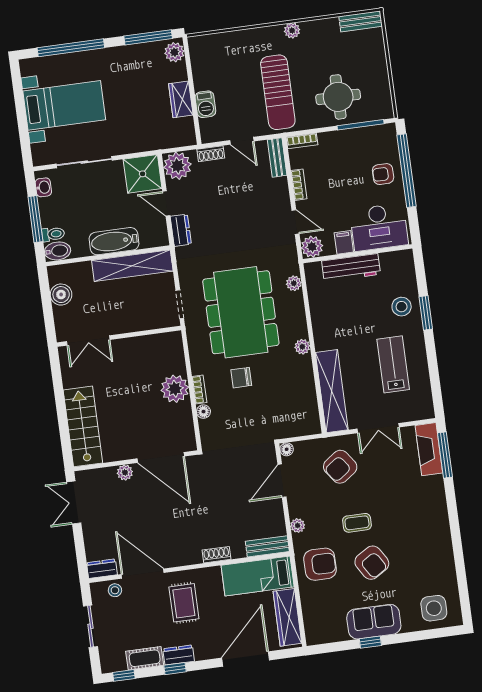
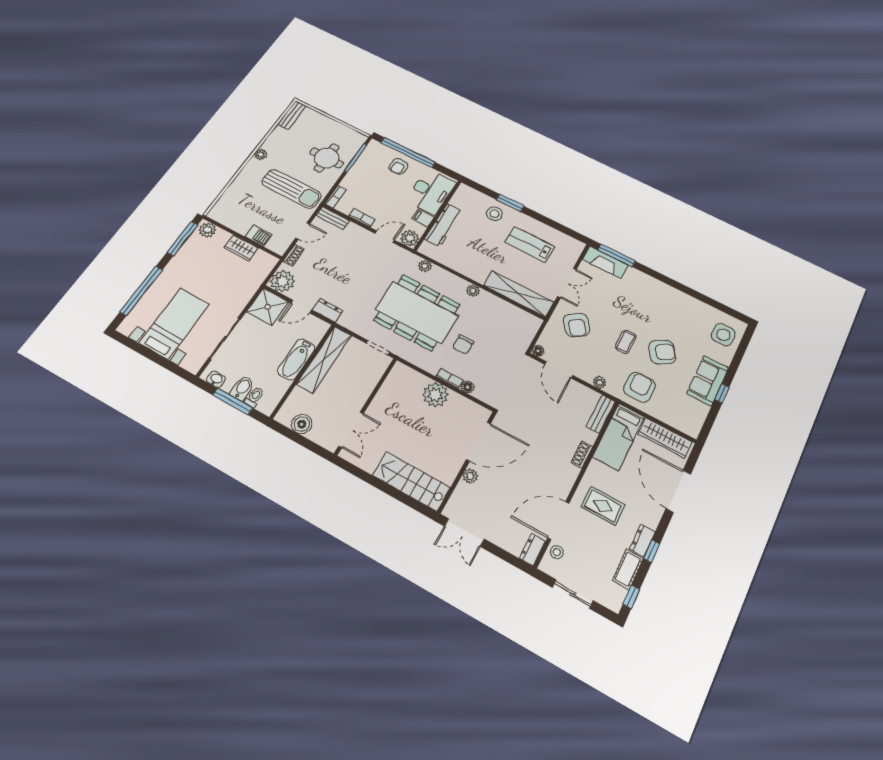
bidet: (58, 251) -> (242, 388), moved

